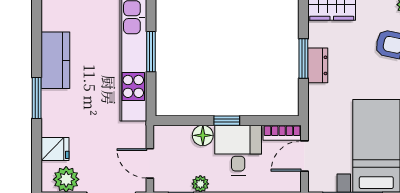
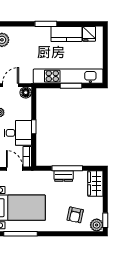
window: (303, 58) -> (67, 168), width x1.44
floor lamp: (203, 135) -> (26, 93), moved
fridge: (55, 149) -> (89, 34), moved

